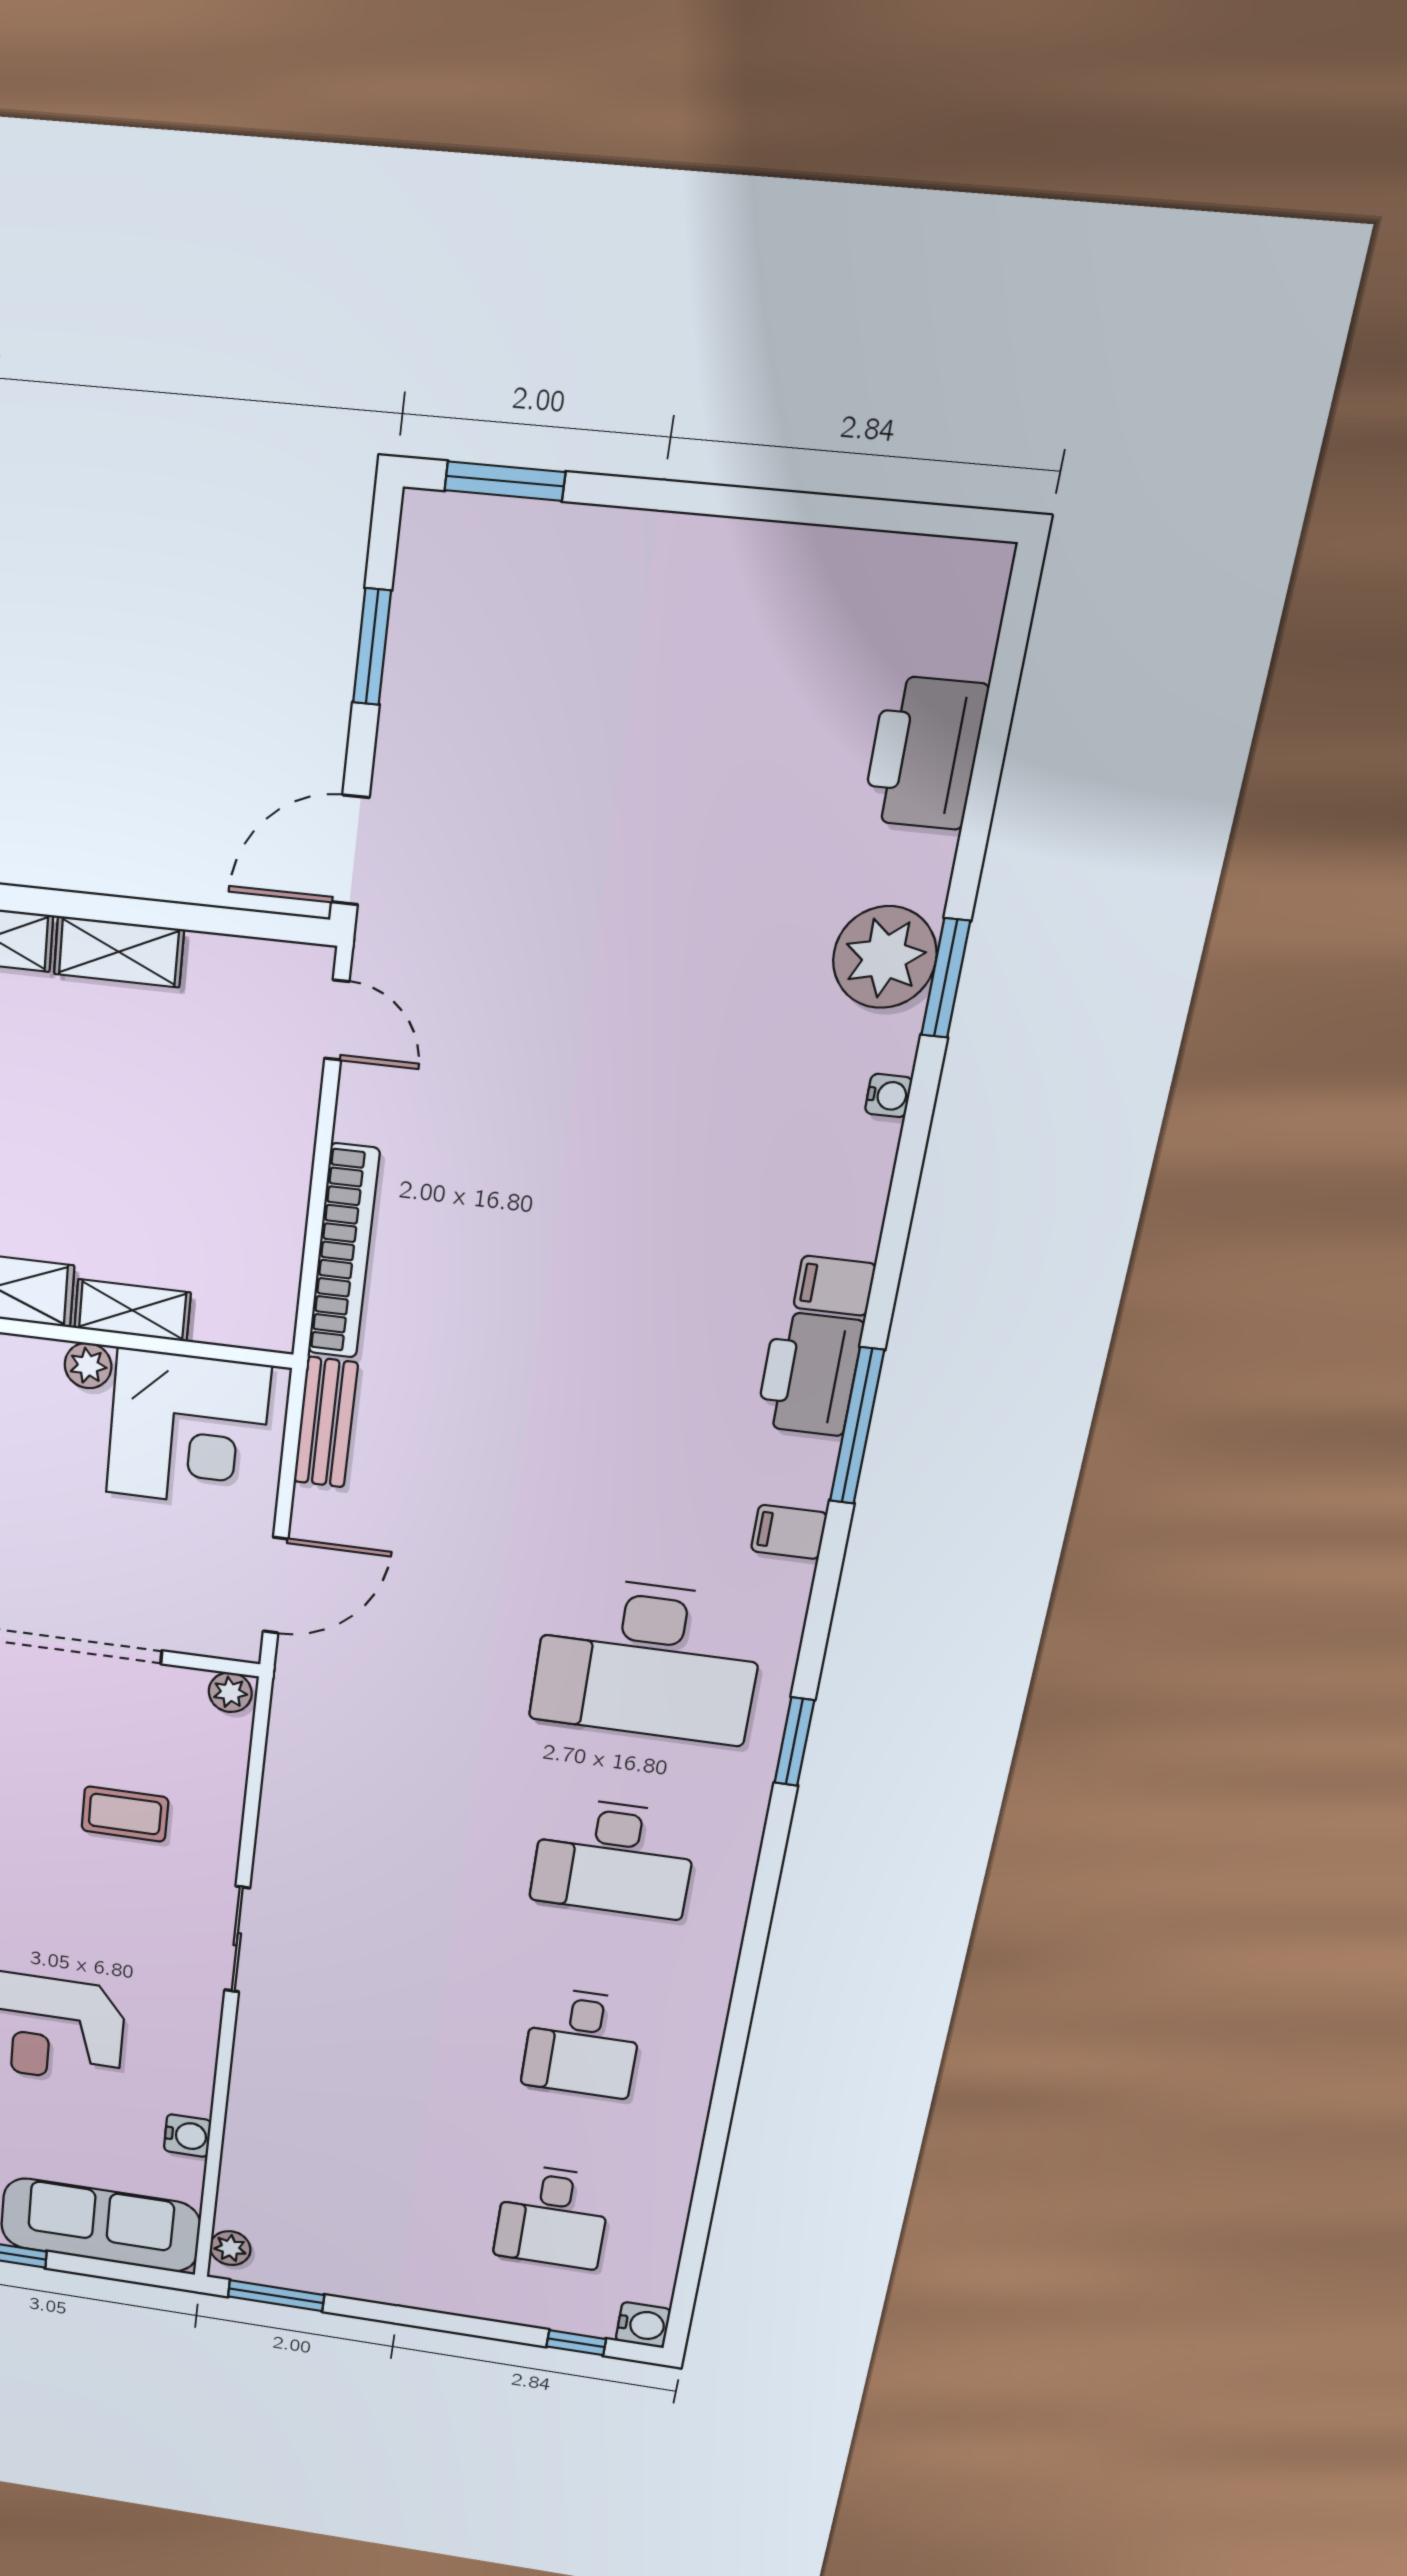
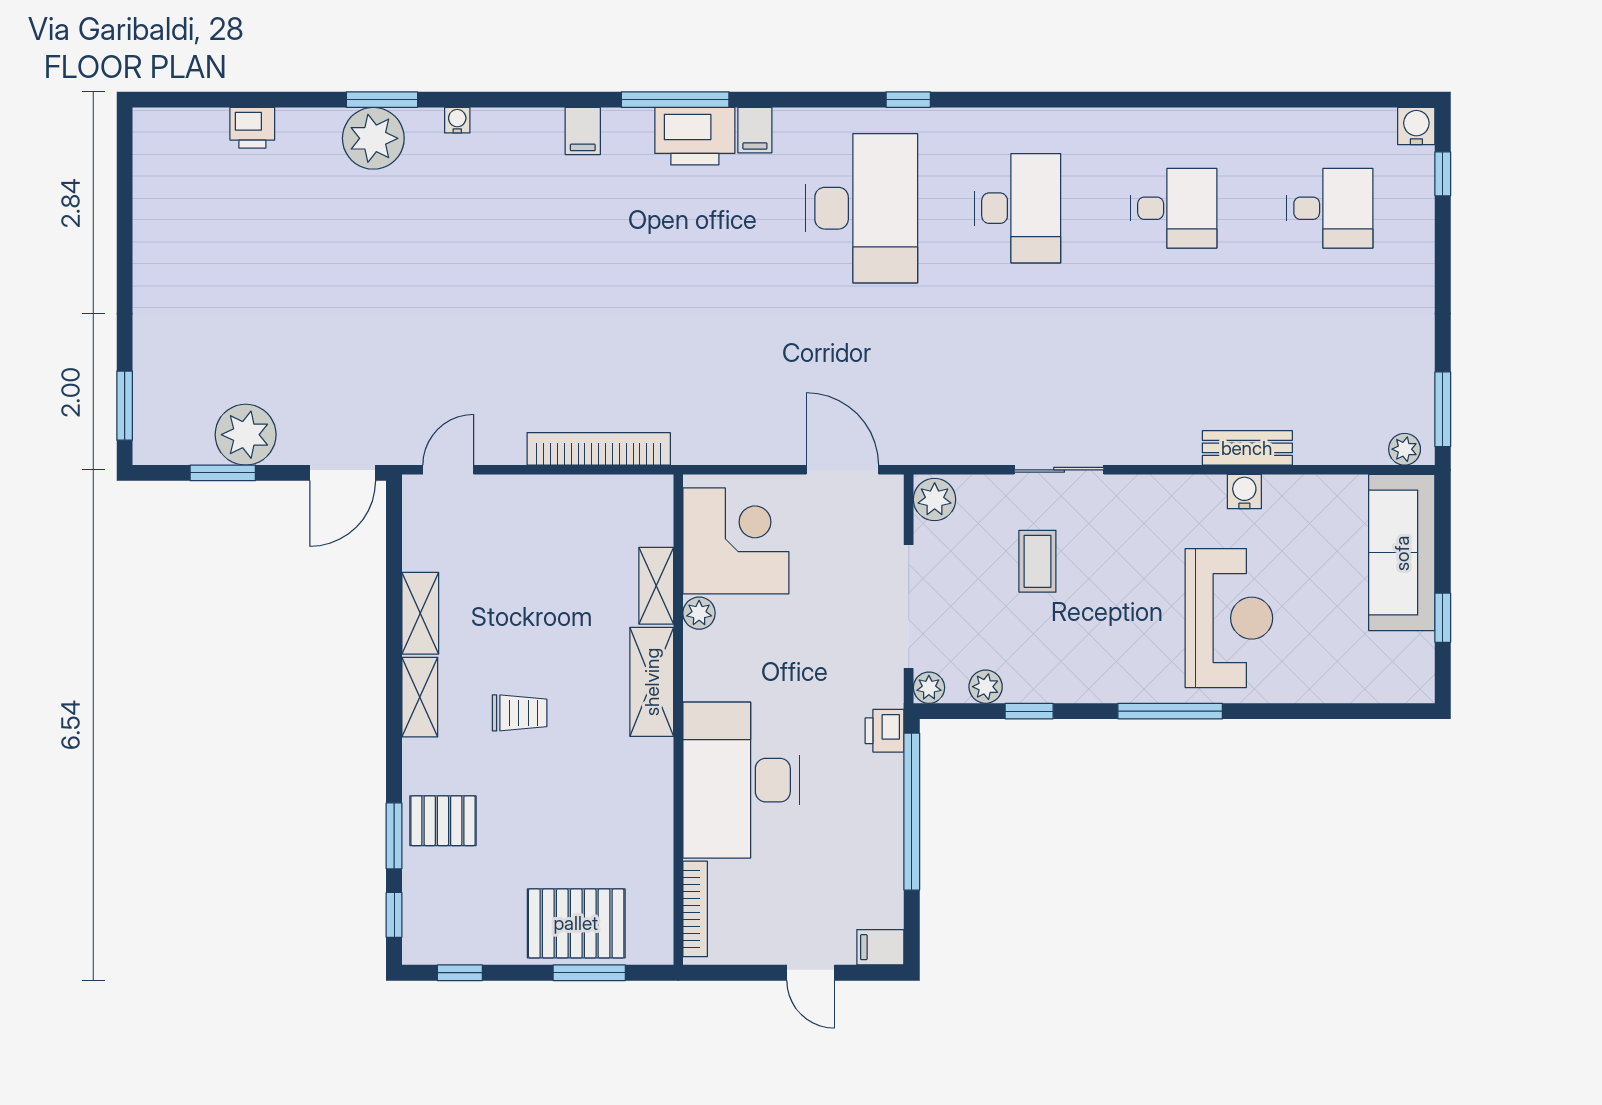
plant: (430, 692) -> (246, 435), added
printer: (925, 753) -> (252, 128), width x0.53, depth x0.68
door: (350, 850) -> (343, 473), hinge flipped
printer: (809, 1374) -> (695, 136), moved
bench: (326, 1422) -> (1247, 448), moved
plant: (230, 1692) -> (935, 499), width x1.38, depth x1.38
window: (794, 1742) -> (908, 100), width x0.67
sliding door: (237, 1939) -> (1059, 470), moved
water cooler: (187, 2136) -> (1244, 492), moved

